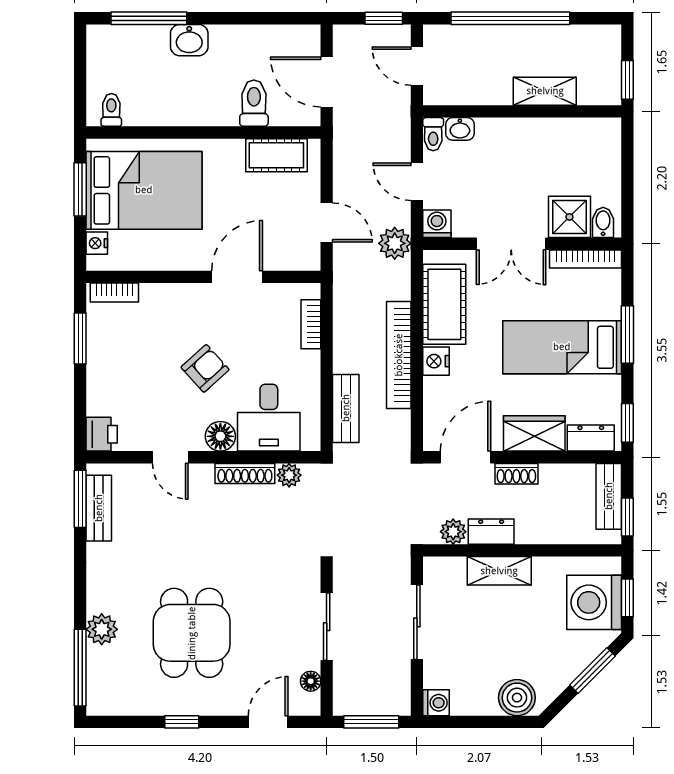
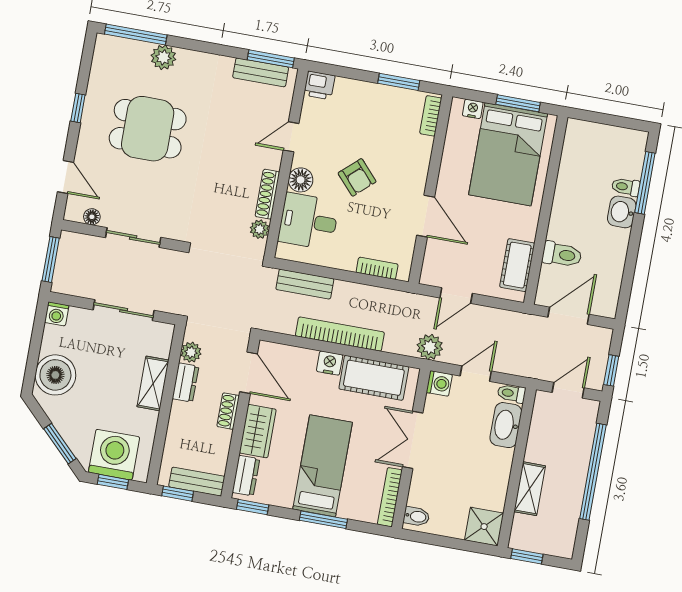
toilet: (111, 110) -> (626, 187), moved, turned 180
washbasin: (460, 129) -> (506, 425), width x1.91, depth x1.45
shower: (569, 217) -> (484, 527), moved
boiler: (517, 698) -> (55, 375), width x1.37, depth x1.37

